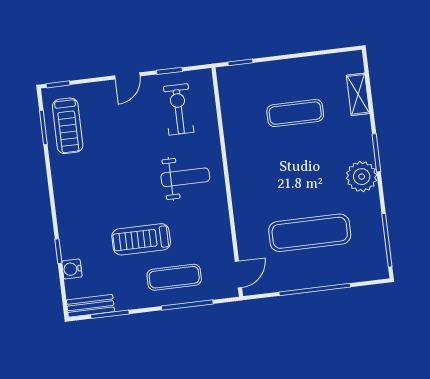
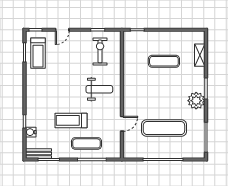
door: (127, 76) -> (62, 30), moved
door: (238, 274) -> (122, 124), moved

